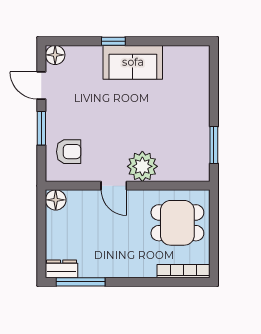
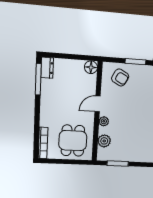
armchair: (69, 152) -> (120, 77), turned -62
plant: (142, 166) -> (104, 121), width x0.53, depth x0.53
plant: (176, 171) -> (104, 141), added

